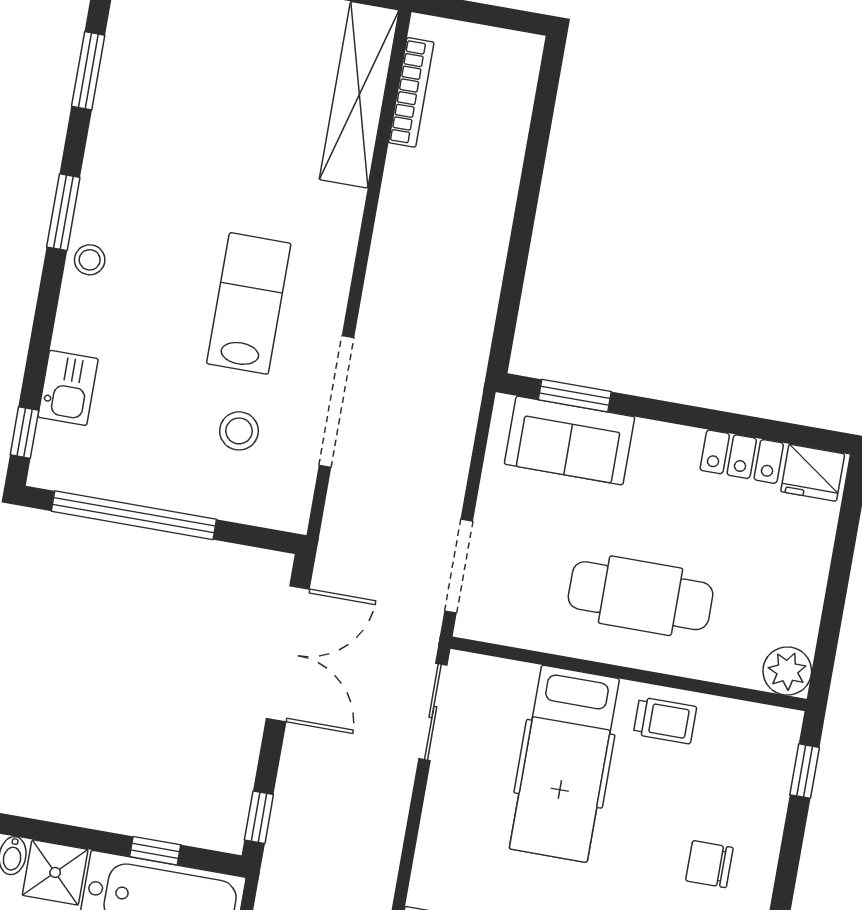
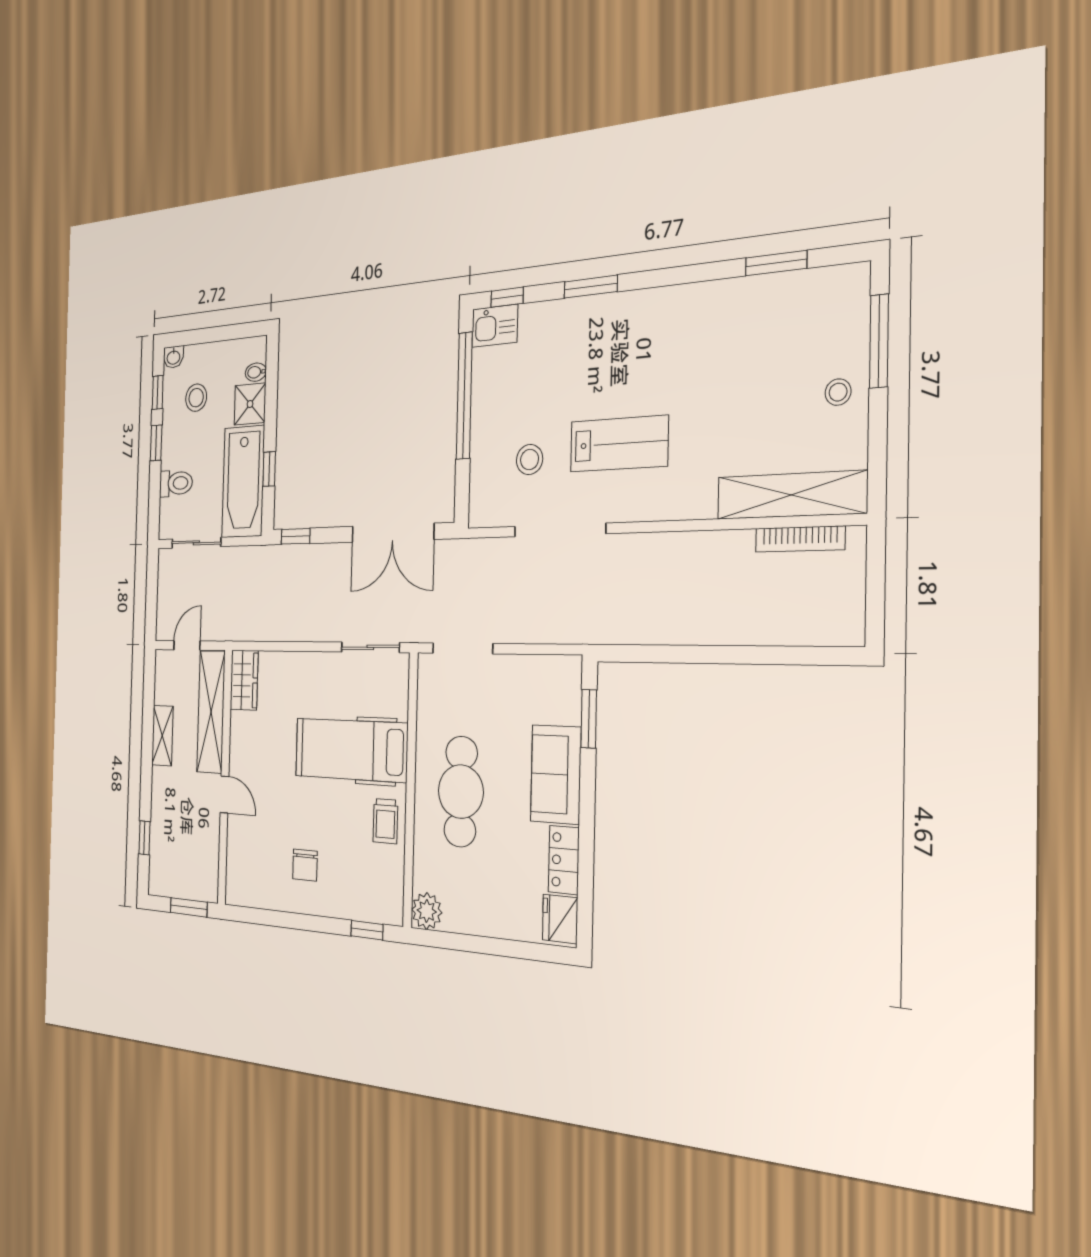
window: (63, 212) -> (591, 287), moved
stool: (90, 260) -> (838, 392), moved
kitchen sink: (68, 388) -> (495, 326), moved
sofa: (570, 441) -> (556, 774), moved
chair: (709, 864) -> (305, 865), turned 180

